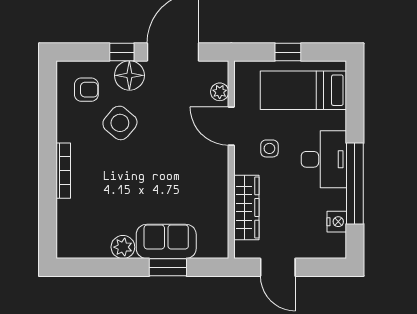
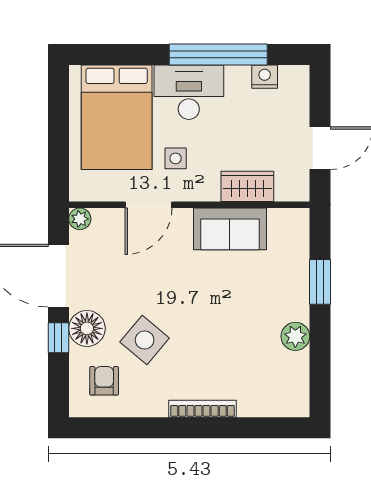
window: (288, 52) -> (58, 136), removed
bed: (303, 90) -> (117, 117), width x1.50
plant: (220, 92) -> (80, 219), moved
wardrobe: (246, 207) -> (247, 186), width x0.67
sofa: (166, 241) -> (230, 229), moved, turned -90

